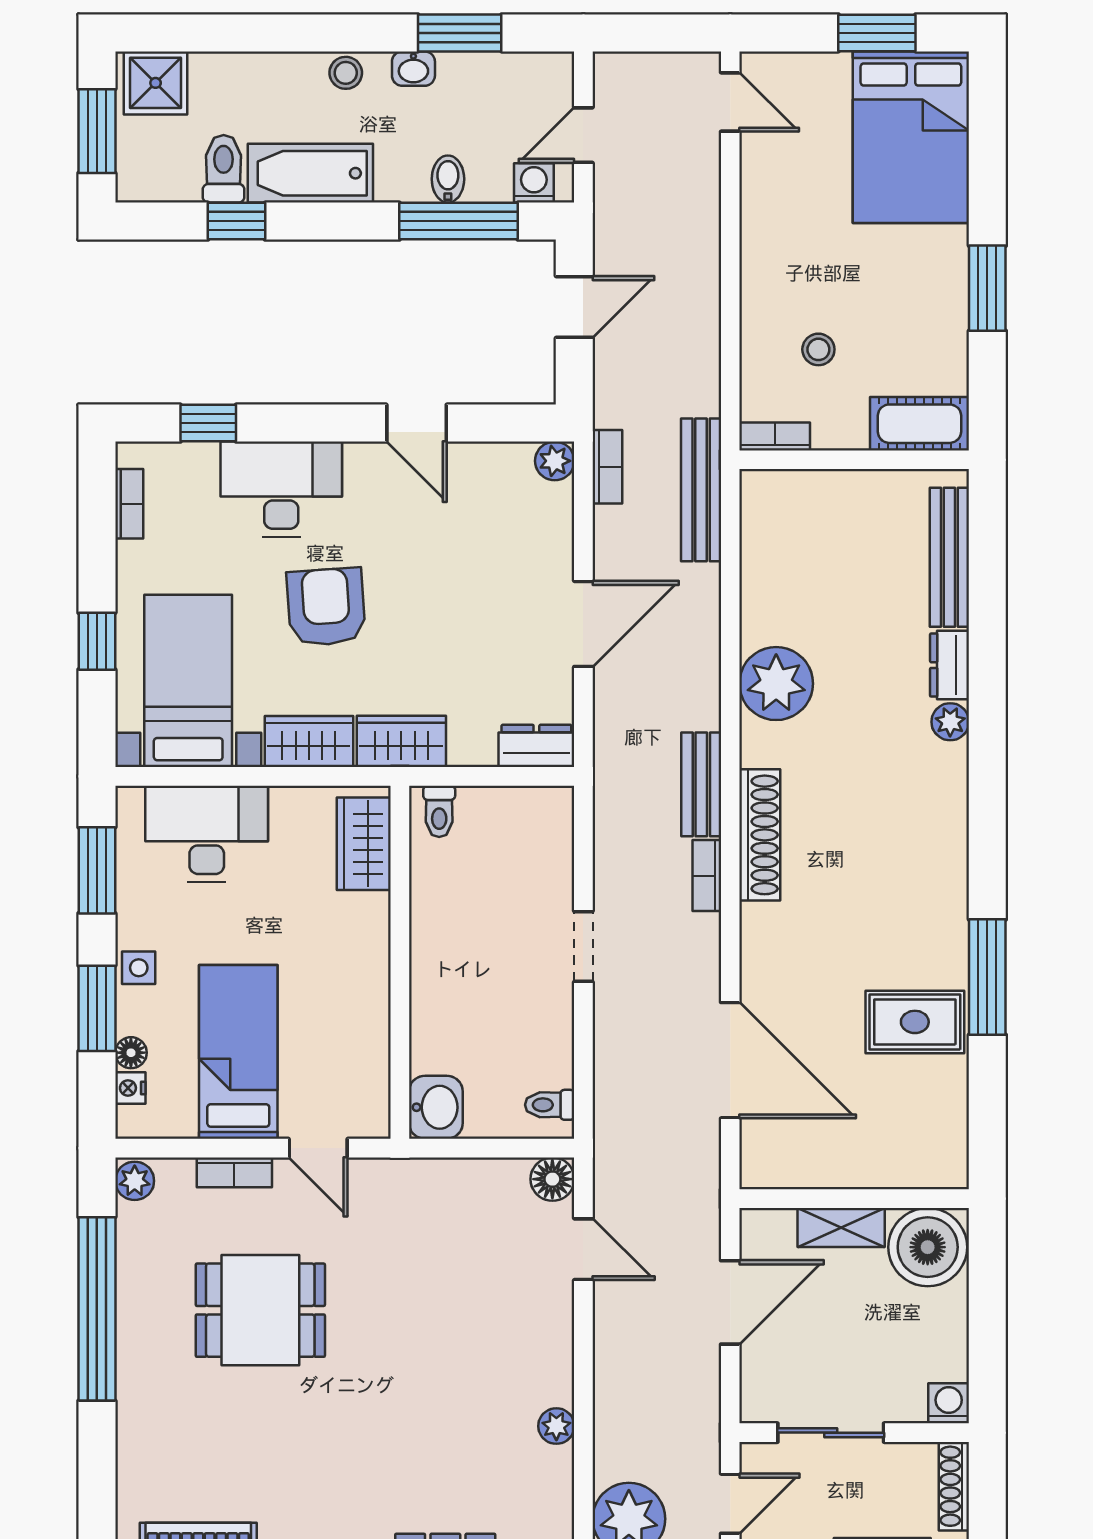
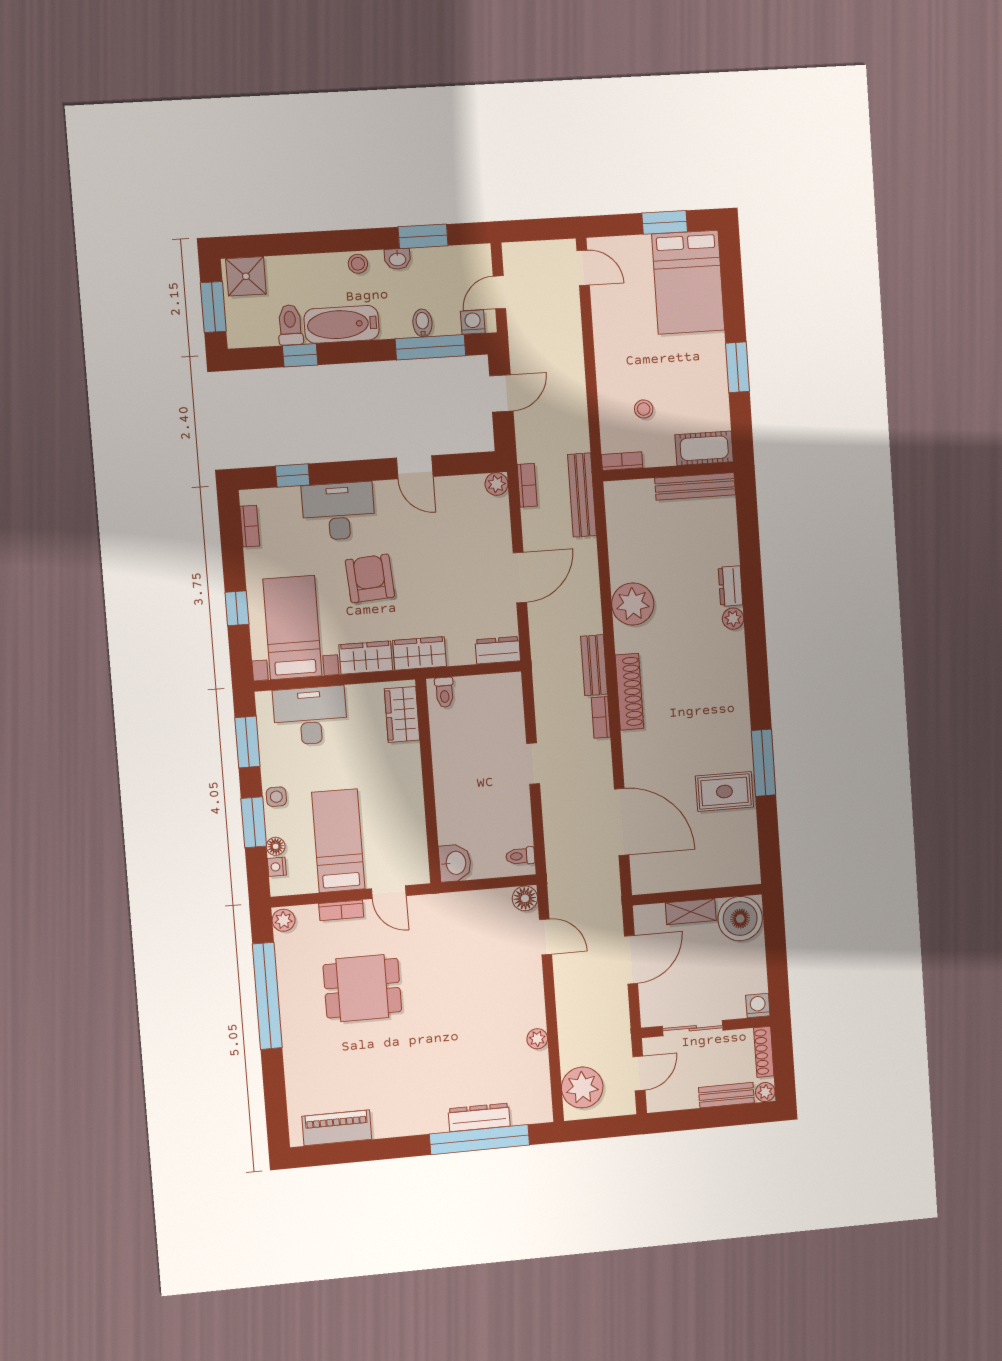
bench: (949, 557) -> (695, 486), moved, turned 90

